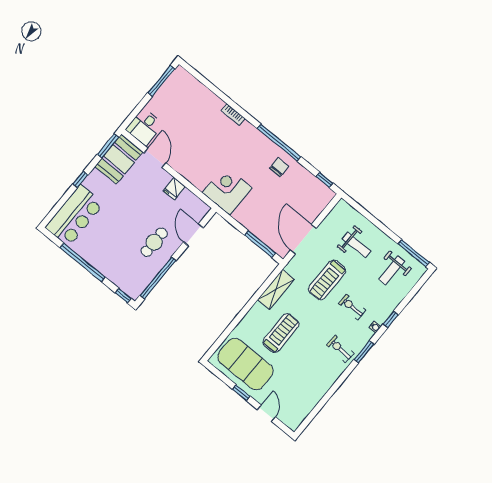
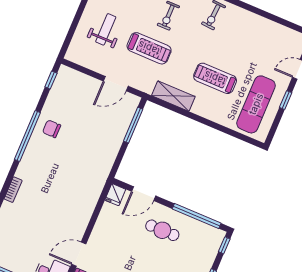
fridge: (174, 189) -> (115, 195), moved, turned 90
corner desk: (227, 190) -> (90, 173), removed
door: (303, 239) -> (116, 84), width x0.73
exercise mat: (245, 364) -> (256, 104), width x0.68

